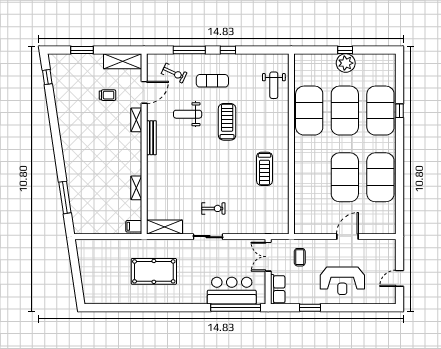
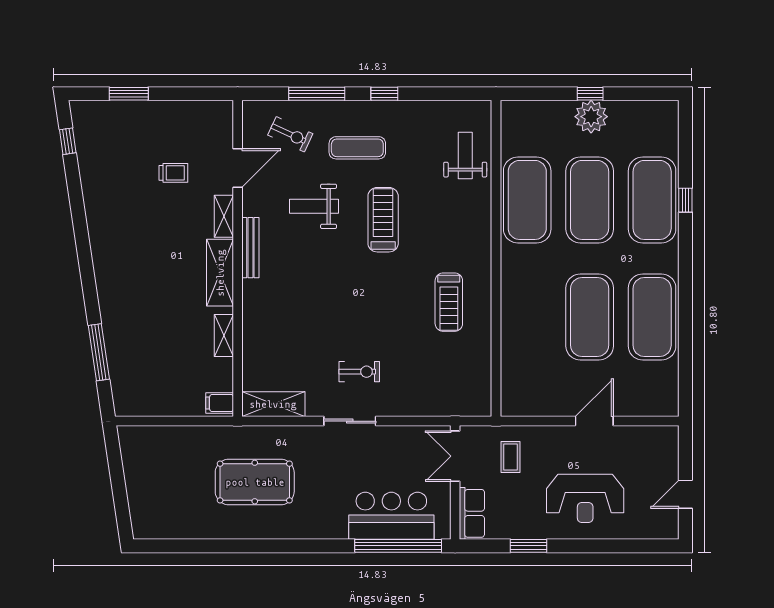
shelving: (123, 61) -> (220, 273), moved, turned 90
weight bench: (274, 85) -> (465, 156), turned 180

